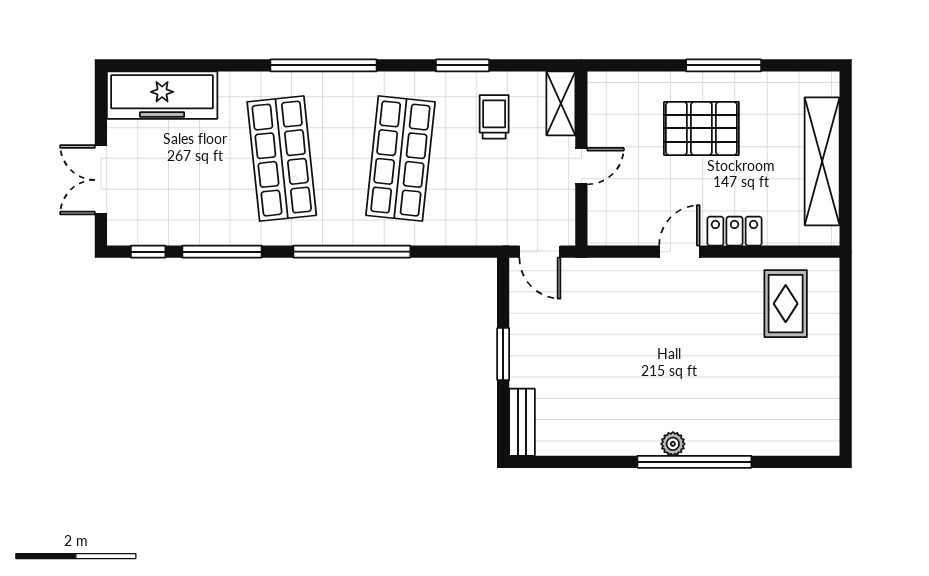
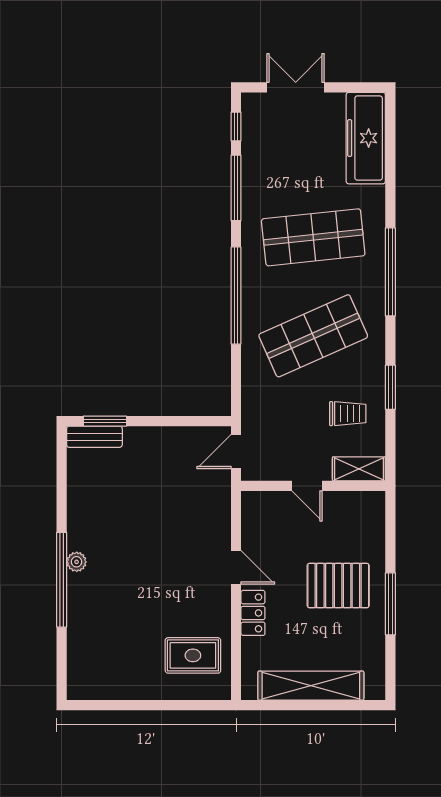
pallet: (701, 128) -> (338, 586), turned 90
shop shelf: (400, 159) -> (313, 336), turned -30
window: (503, 354) -> (105, 421), moved

